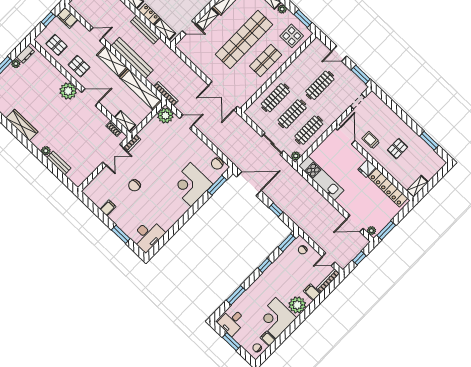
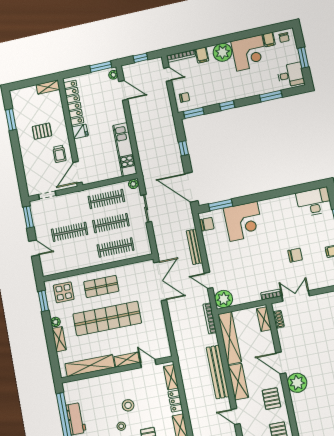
bench: (145, 30) -> (194, 247), moved

